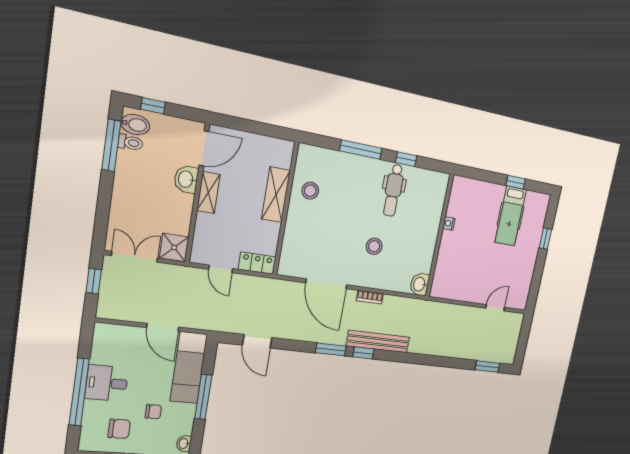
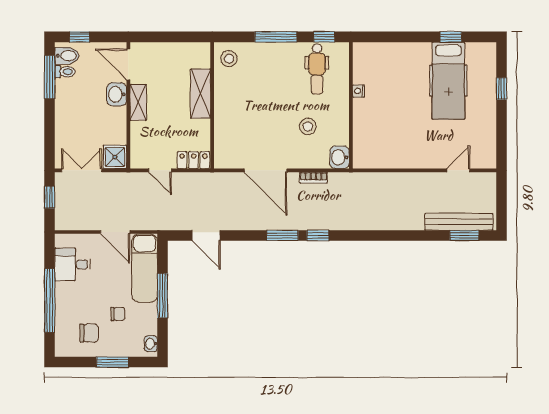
door: (204, 148) -> (128, 64), swing flipped
stool: (310, 191) -> (229, 59), moved
hospital bed: (511, 216) -> (448, 81), width x1.37, depth x1.29
nightstand: (449, 223) -> (358, 91), moved
wall: (439, 236) -> (351, 105), moved
washbasin: (420, 284) -> (339, 157), moved
bench: (378, 342) -> (459, 222), moved
desk: (107, 383) -> (72, 264), moved

